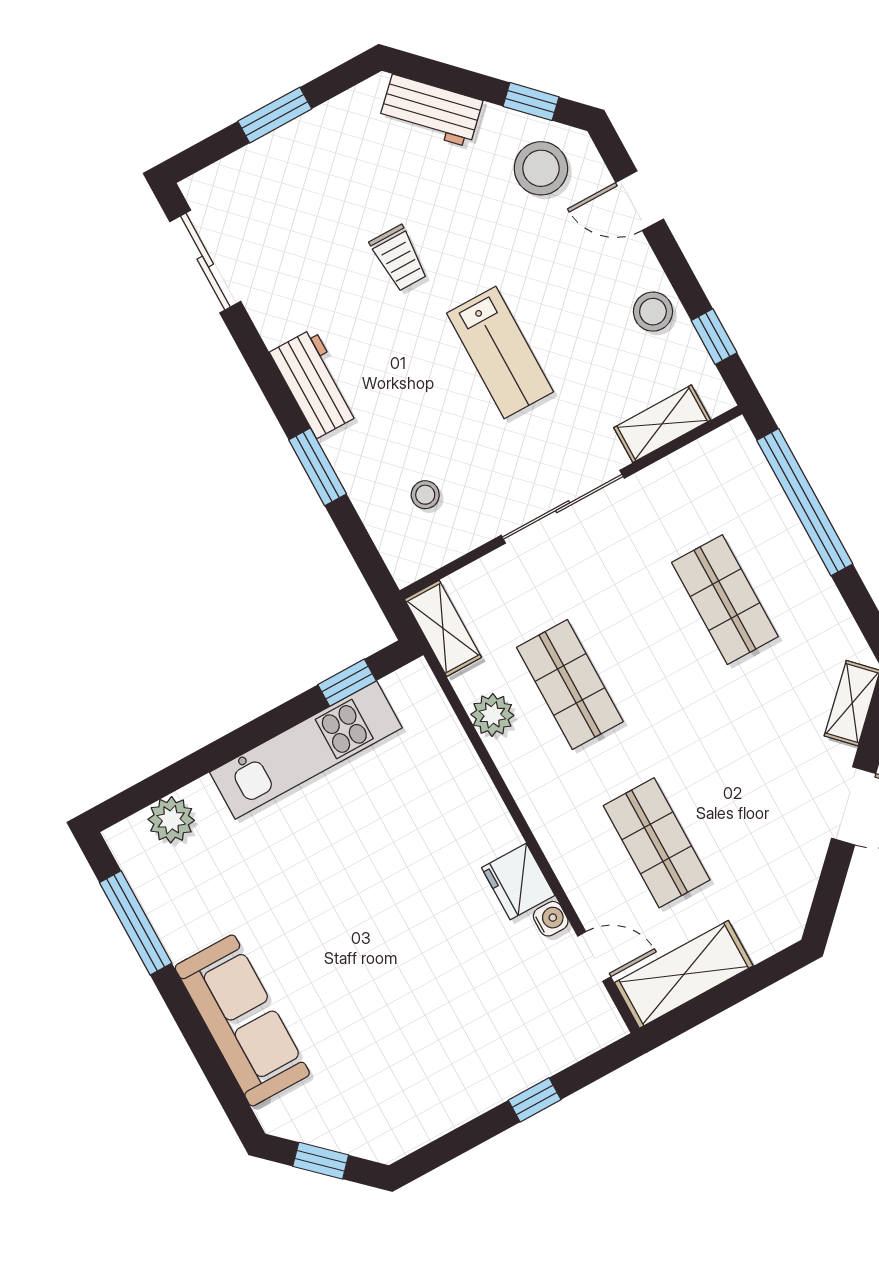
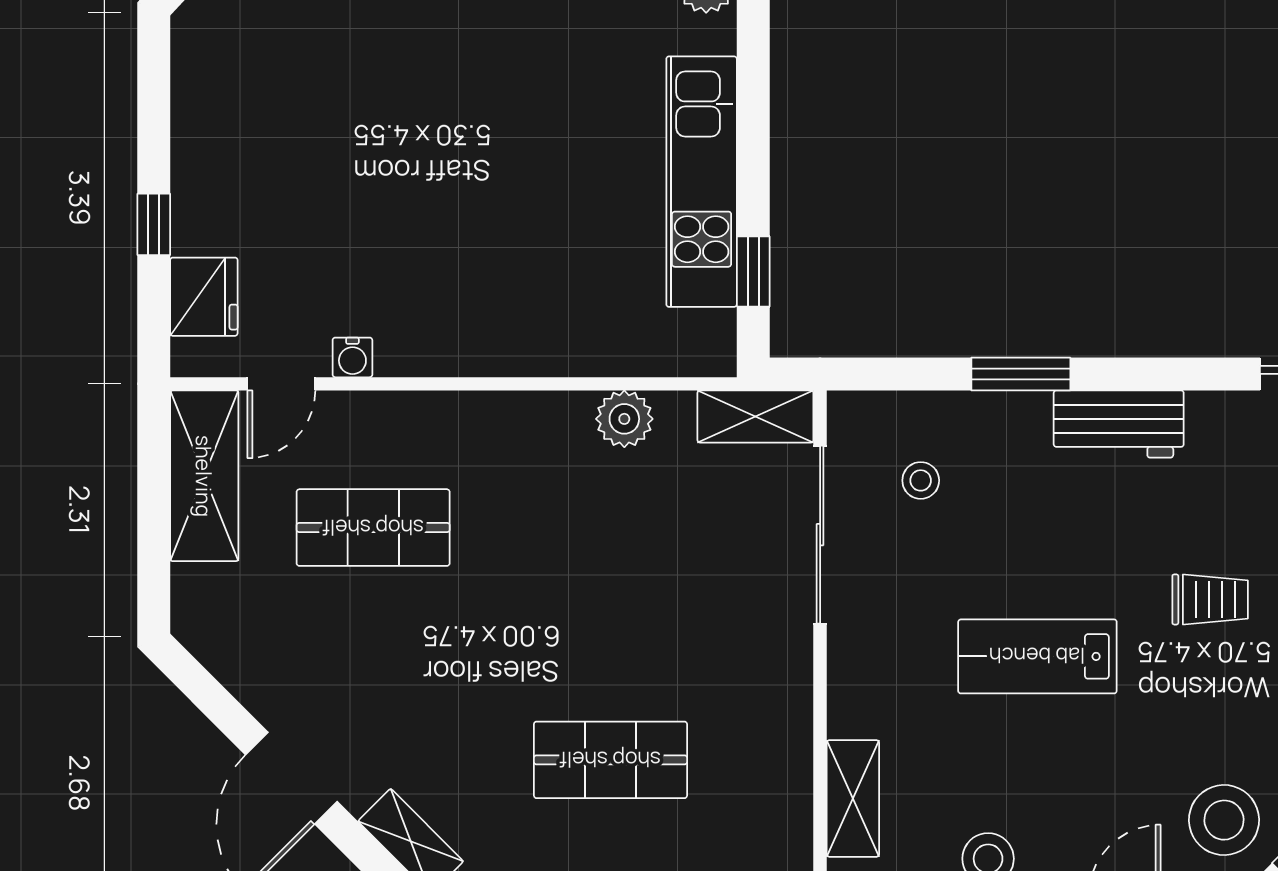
trolley: (399, 258) -> (1210, 599), turned 180
sliding door: (563, 507) -> (820, 535), moved
shop shelf: (570, 684) -> (610, 528), removed
fridge: (518, 882) -> (204, 297), moved, turned 90

